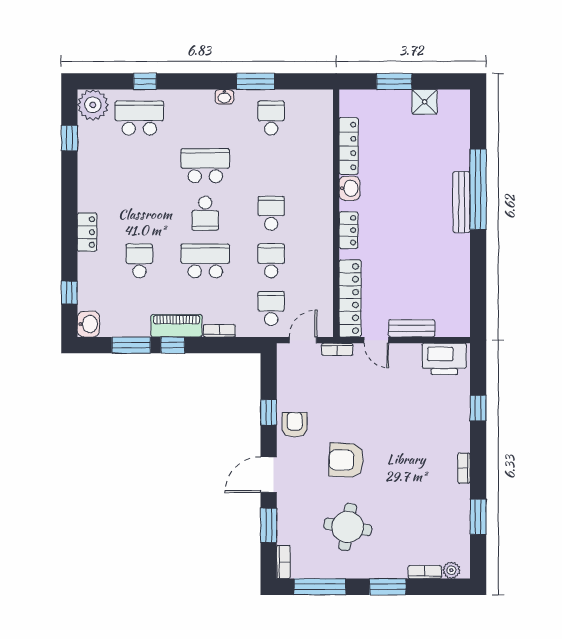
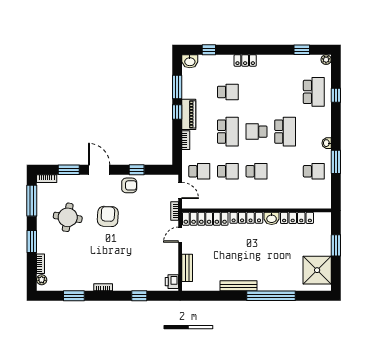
shower: (425, 102) -> (317, 270), width x1.86, depth x1.86
plant: (93, 105) -> (326, 60), width x0.53, depth x0.53
bench: (462, 202) -> (239, 286), moved
locker: (348, 230) -> (246, 218), width x1.53
bench: (412, 328) -> (187, 268), moved
printer: (444, 359) -> (172, 282), width x0.53, depth x0.68

